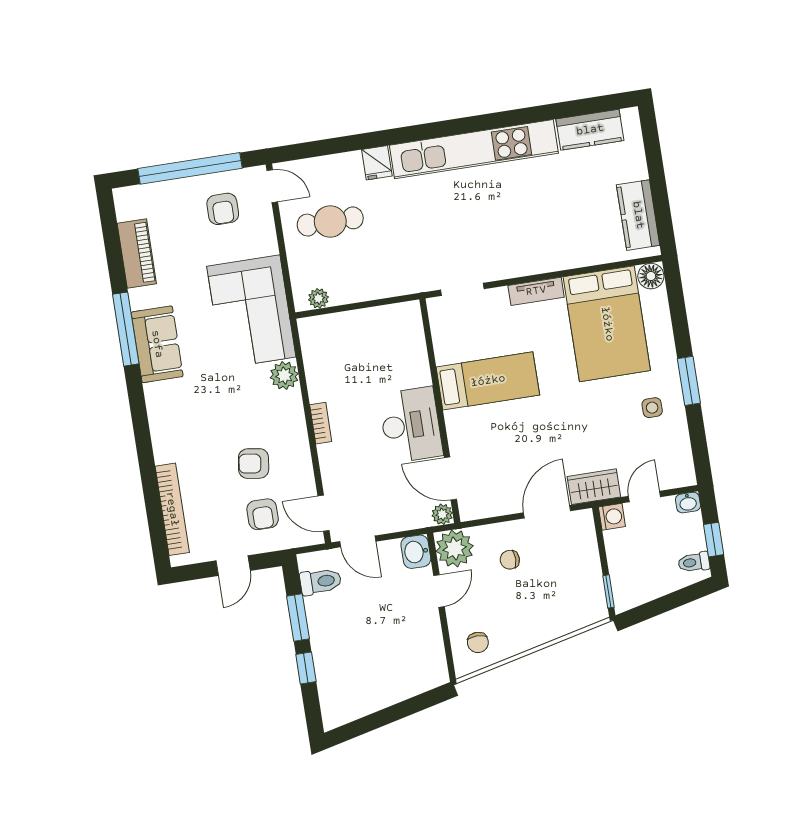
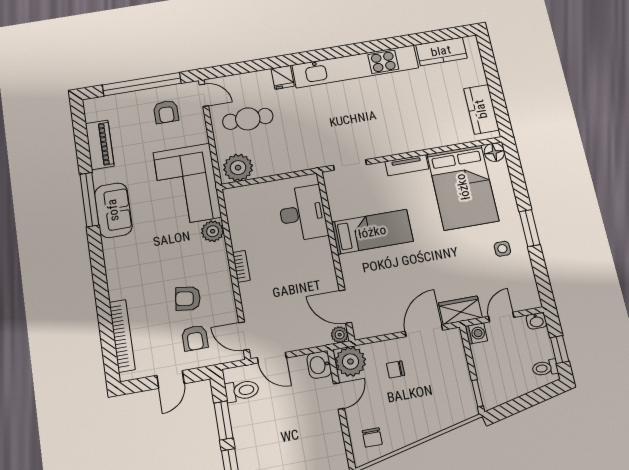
plant: (318, 298) -> (238, 168), width x1.88, depth x1.88
desk: (411, 425) -> (303, 213), moved

